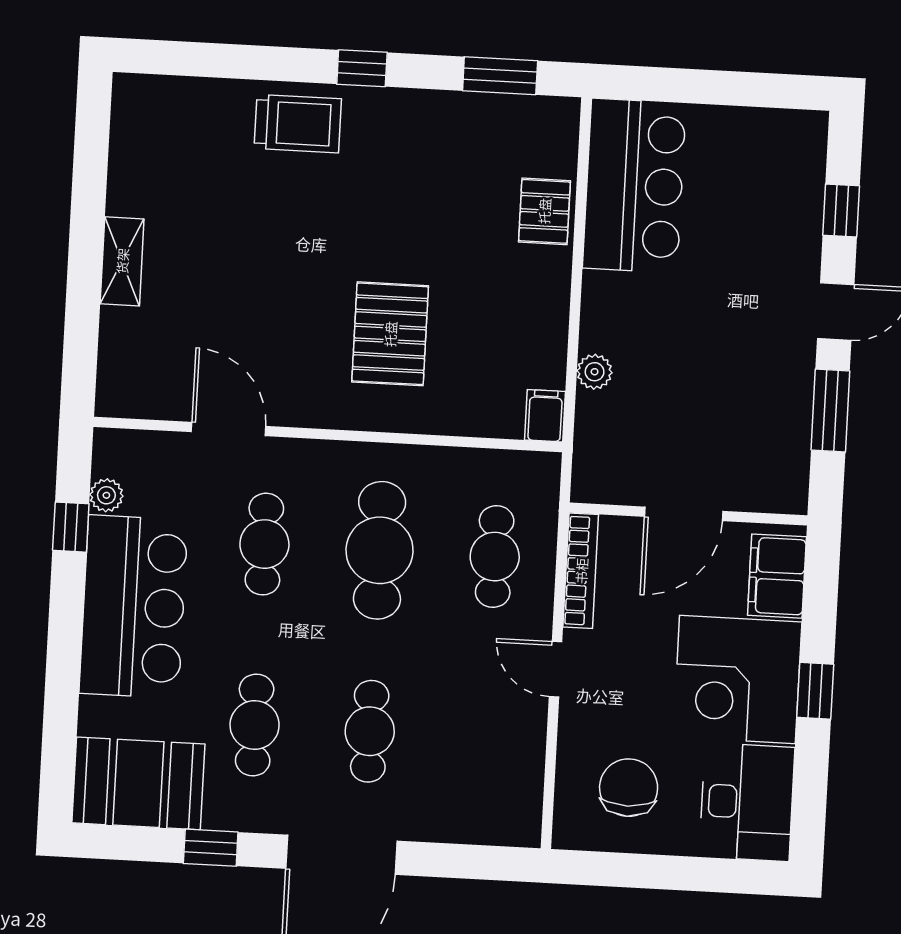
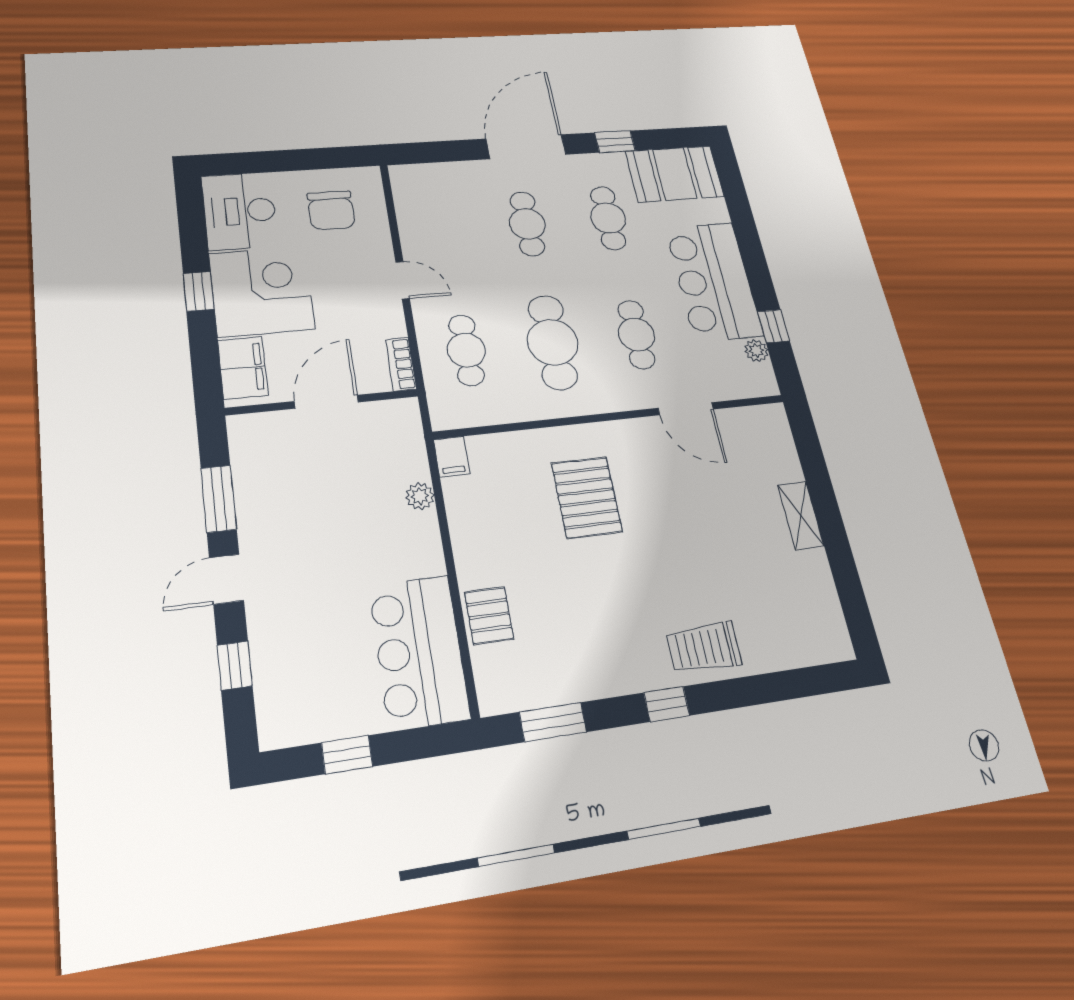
window: (736, 89) -> (347, 755), added
bookcase: (581, 571) -> (401, 364), width x0.64

